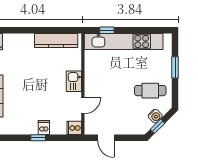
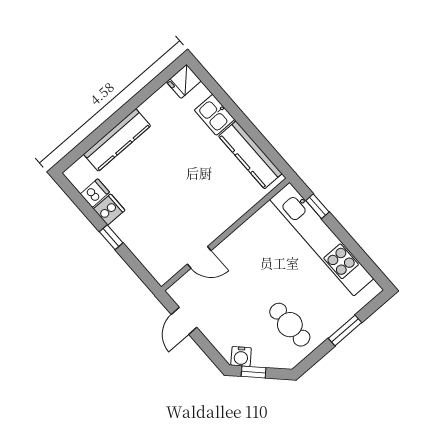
kitchen sink: (74, 81) -> (215, 115), moved, turned -90
water cooler: (155, 116) -> (241, 356), moved
dishwasher: (44, 128) -> (95, 193), moved
cooker: (74, 128) -> (109, 210), moved, turned 90

